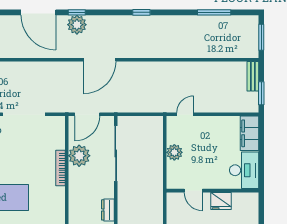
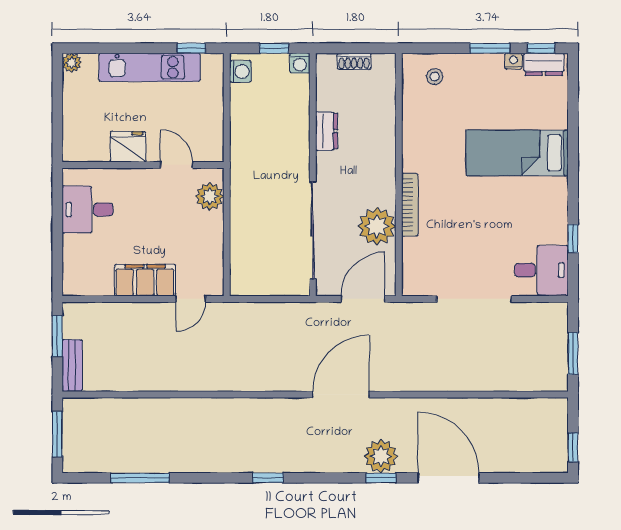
filing cabinet: (250, 133) -> (145, 280), moved, turned -90
plant: (174, 152) -> (210, 196), moved
desk: (244, 170) -> (88, 210), width x0.73

